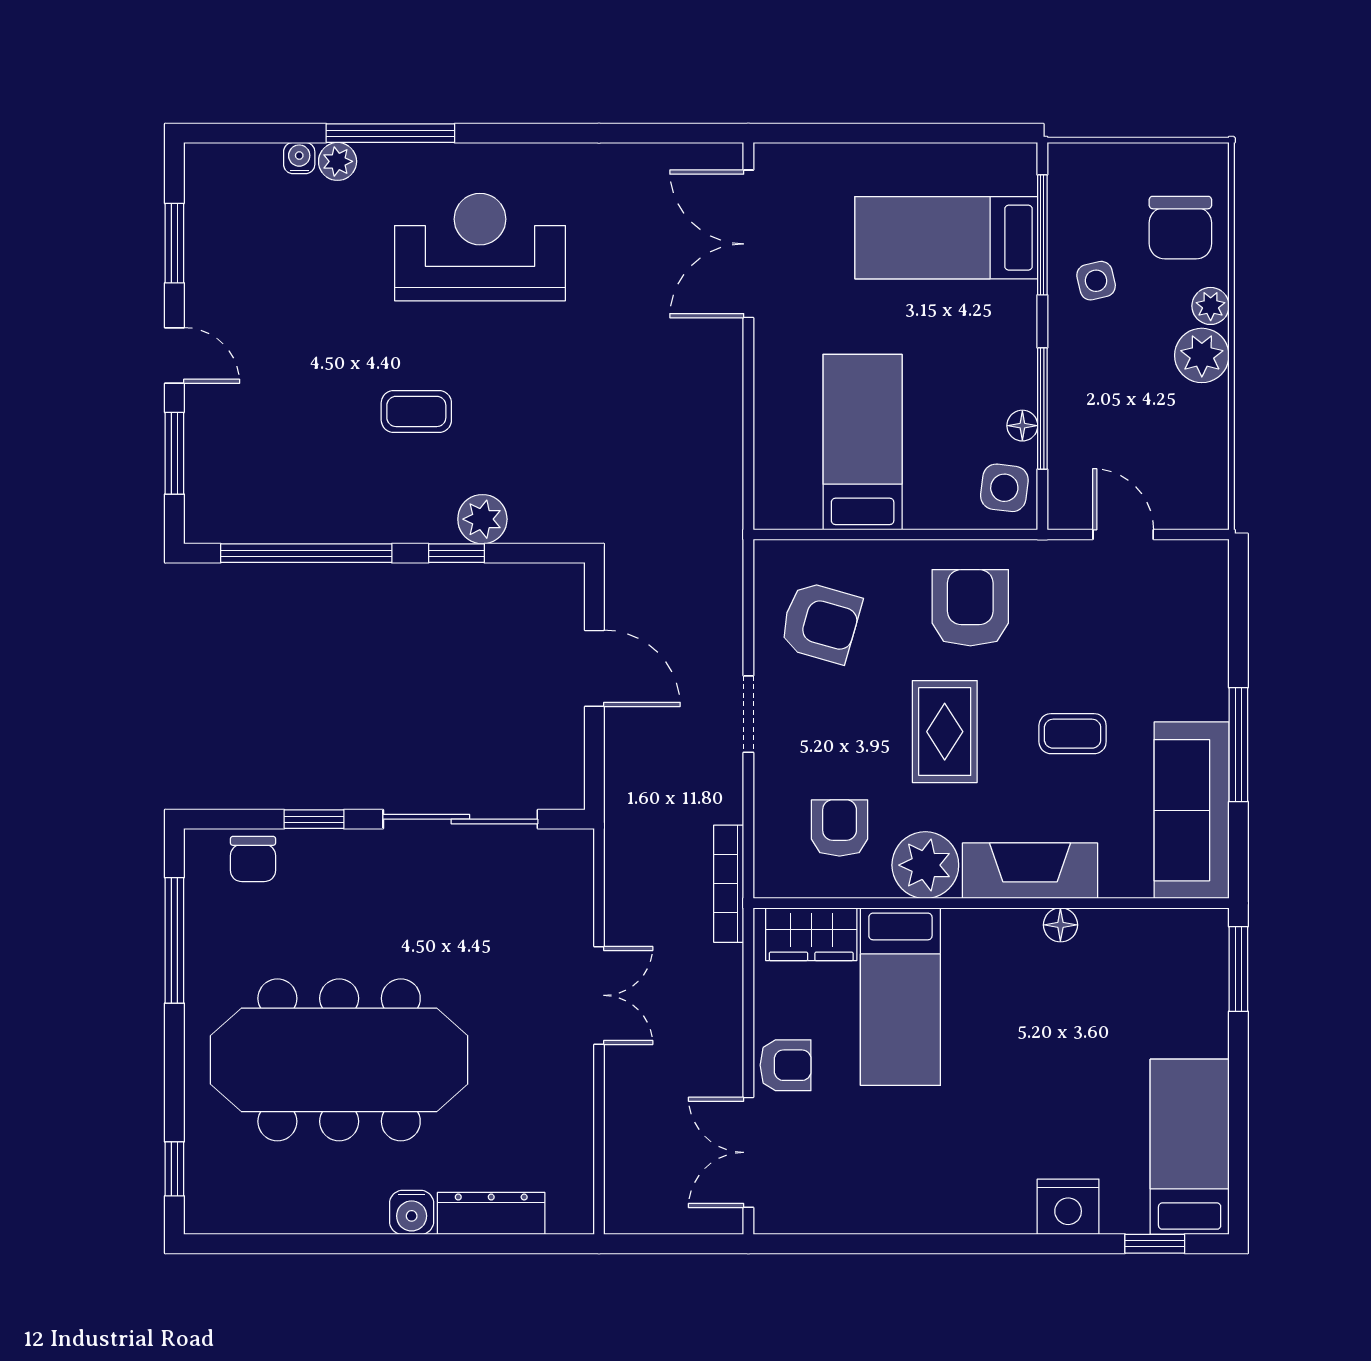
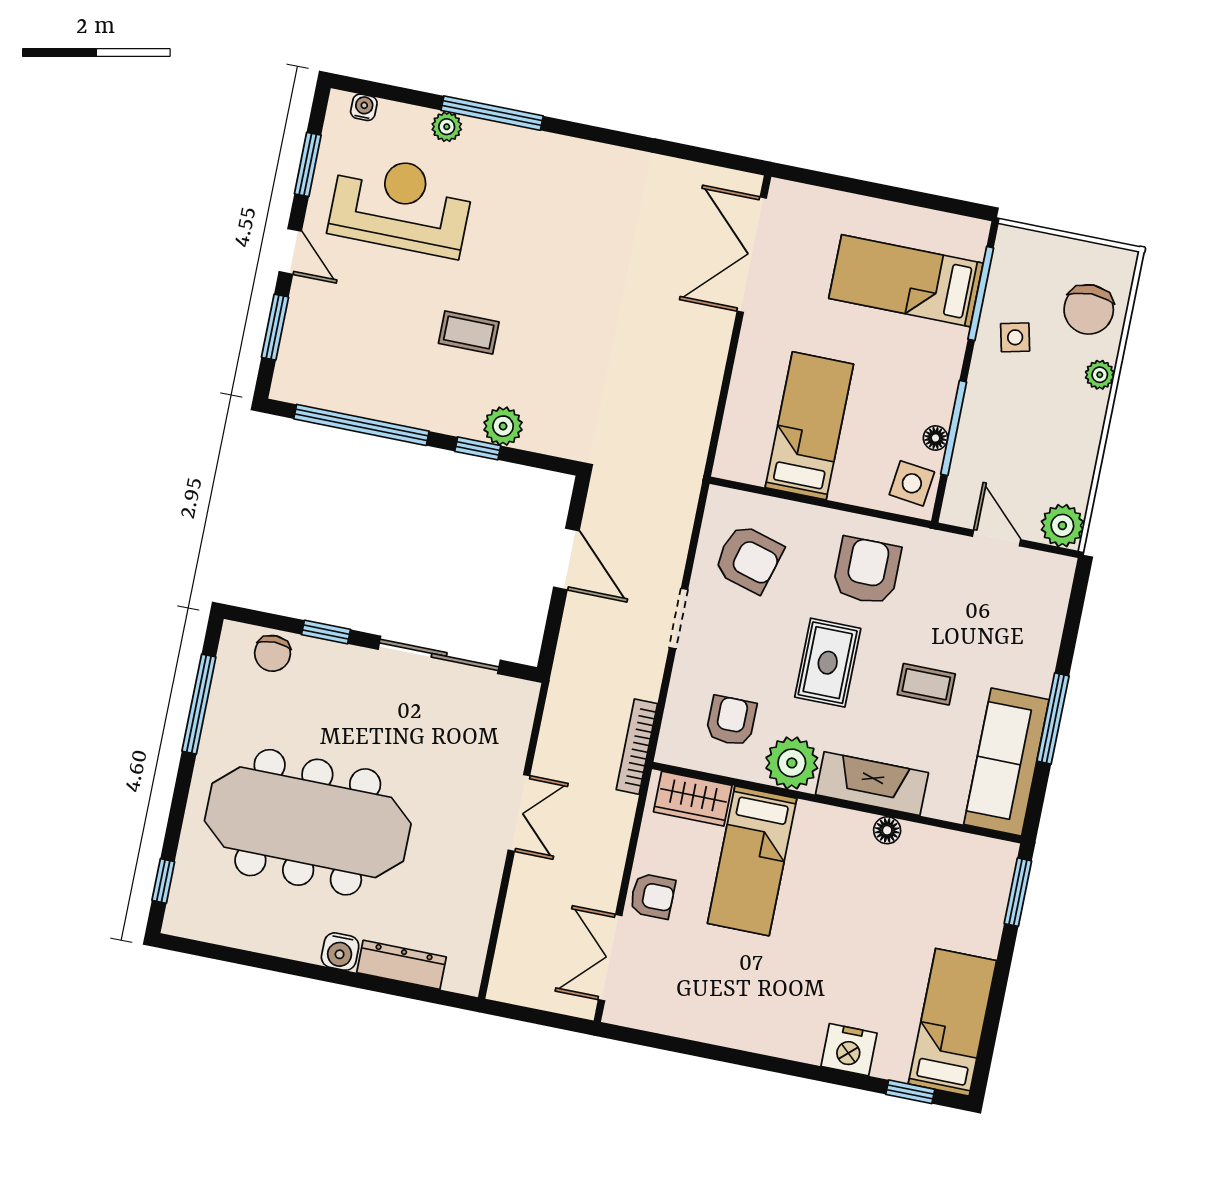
water cooler: (299, 158) -> (364, 107), moved
reception desk: (480, 247) -> (401, 205), moved
plant: (1202, 355) -> (1062, 526), moved

